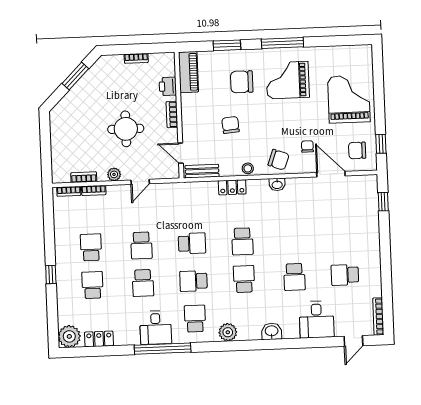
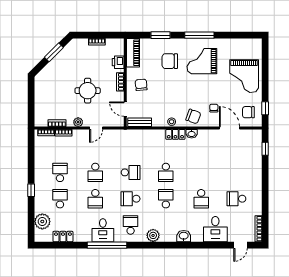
grand piano: (349, 99) -> (244, 76), turned 180
chair: (230, 125) -> (141, 85), moved
locker: (232, 187) -> (175, 134), moved
plant: (69, 336) -> (42, 221), moved

